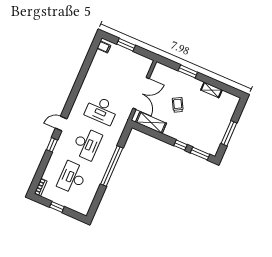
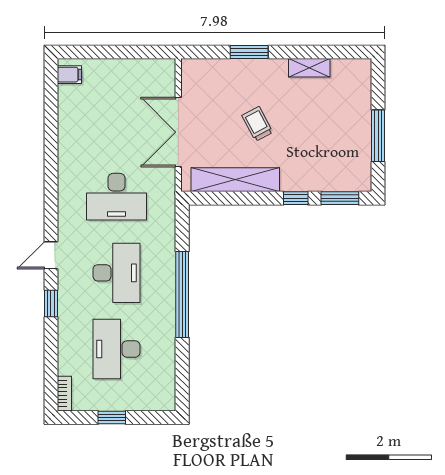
window: (126, 45) -> (110, 52), removed
double door: (141, 93) -> (178, 132), swing flipped
shelving: (151, 123) -> (235, 180), width x1.47

